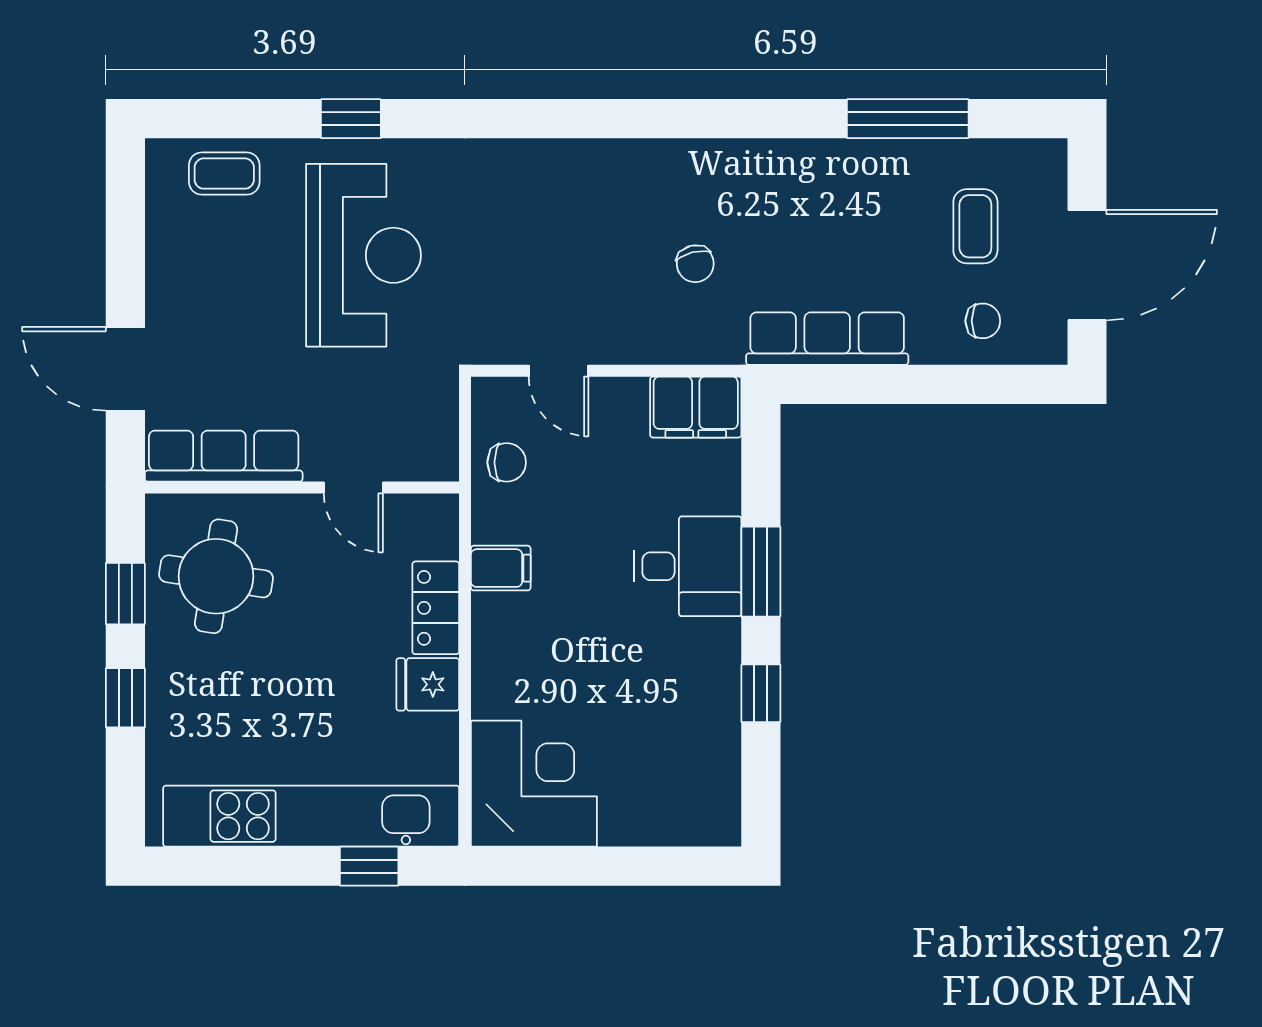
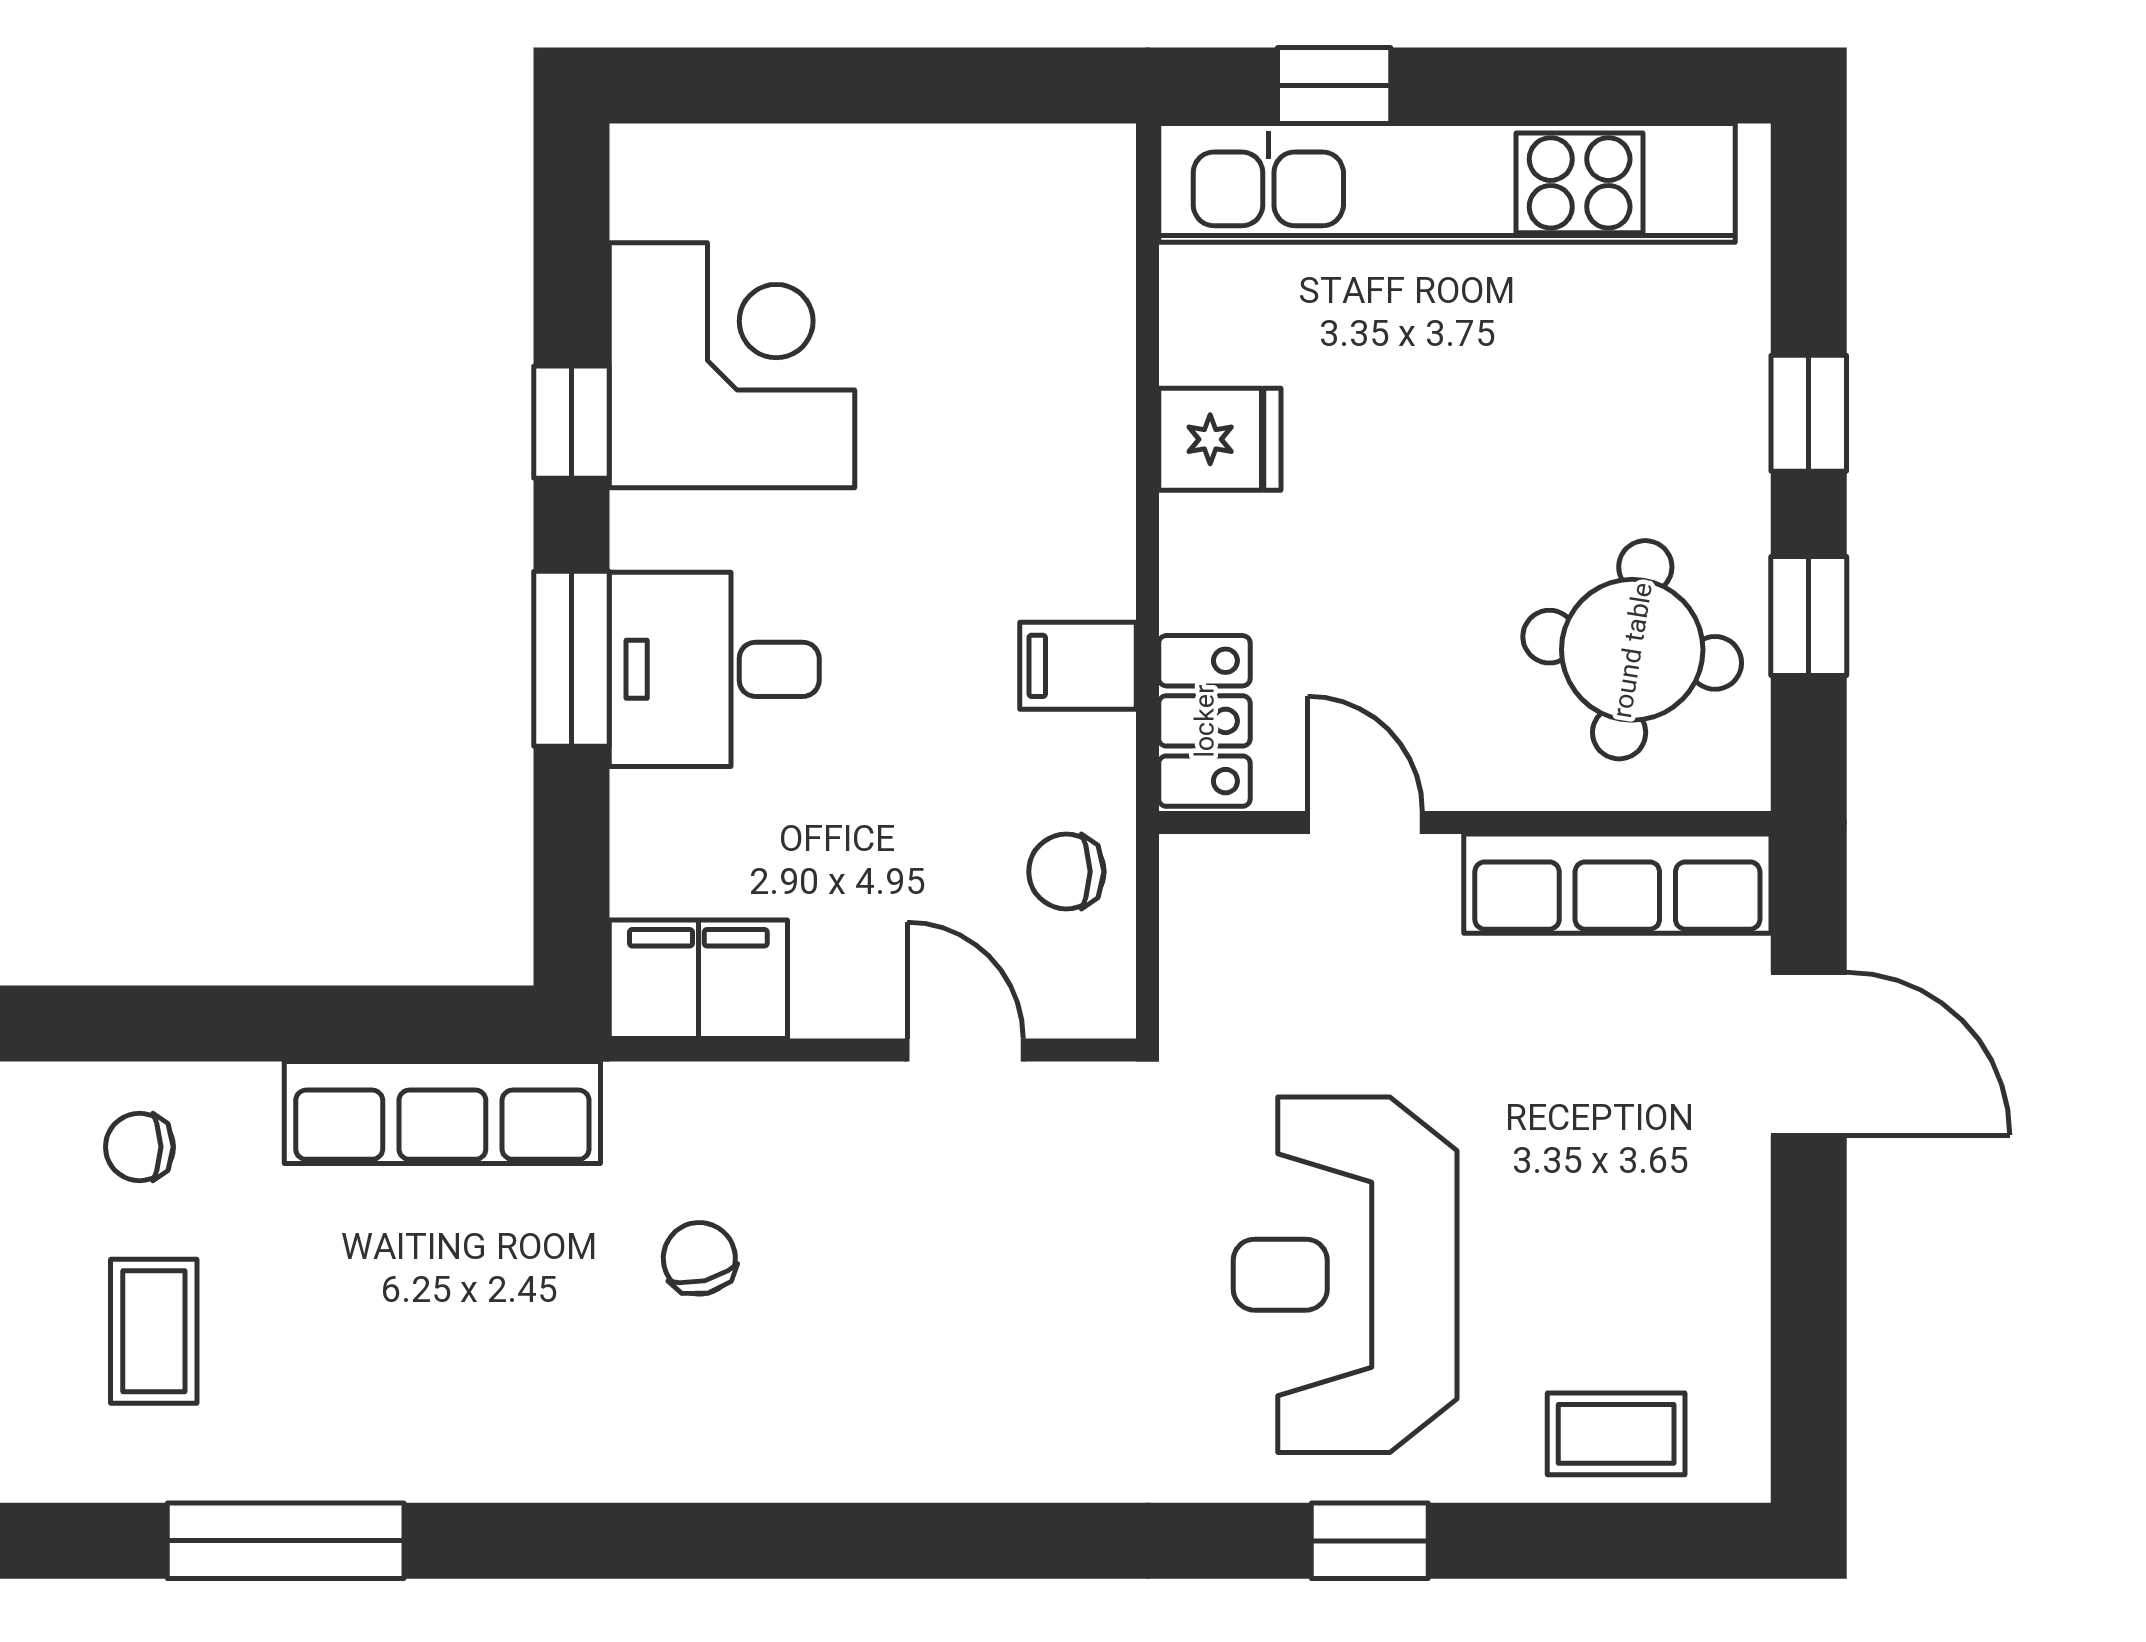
locker: (436, 608) -> (1204, 721), moved
corner desk: (534, 784) -> (732, 365), moved, turned 180

